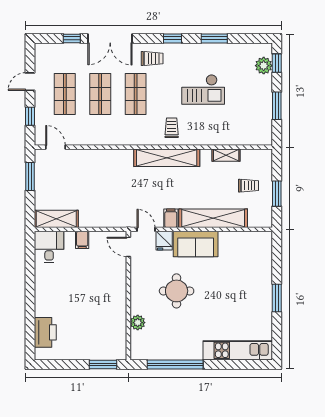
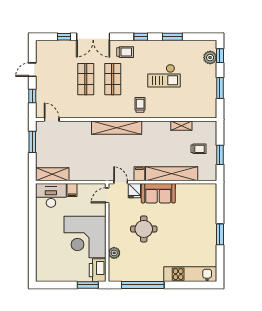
shop shelf: (65, 94) -> (59, 79), removed
shelving: (167, 158) -> (117, 128), moved
desk: (49, 247) -> (51, 195), width x1.37
door: (128, 247) -> (107, 195), hinge flipped
corner desk: (99, 302) -> (85, 237), added
printer: (45, 332) -> (98, 270), moved, turned 180

